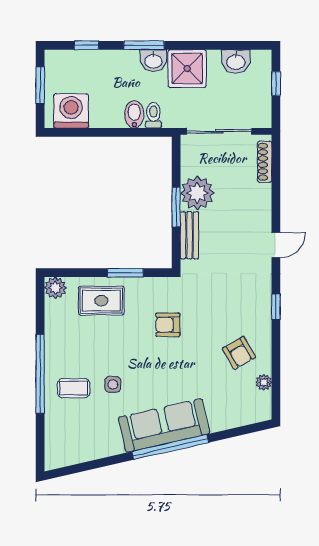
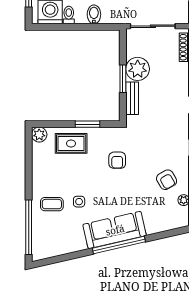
toilet: (153, 115) -> (69, 15), moved
armchair: (168, 325) -> (117, 160), turned -90
window: (40, 374) -> (29, 227), moved

